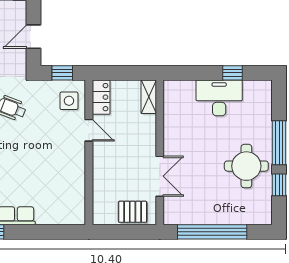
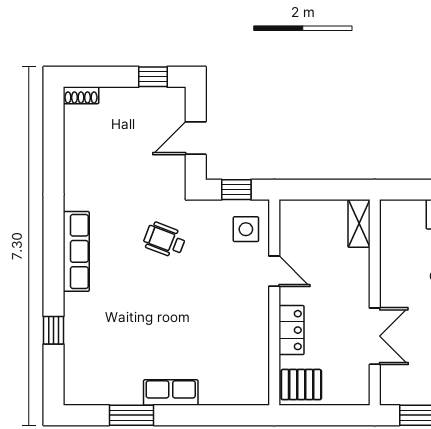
locker: (101, 97) -> (292, 330), moved
pallet: (133, 212) -> (301, 385), moved

